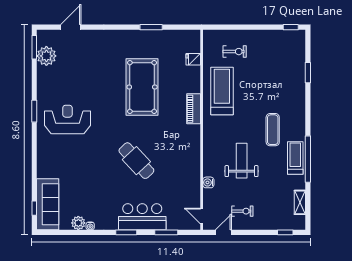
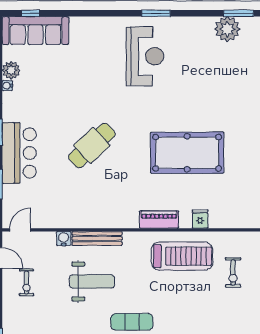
fridge: (193, 59) -> (200, 219), moved
bench: (208, 157) -> (97, 238), added

